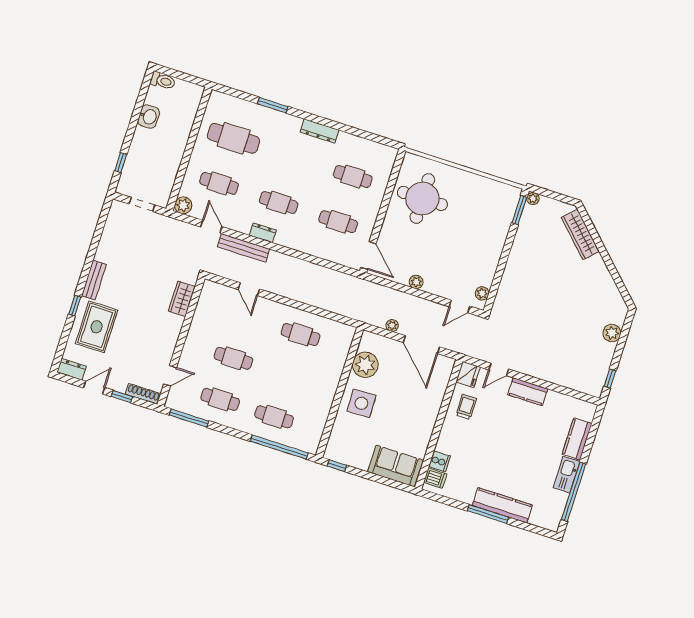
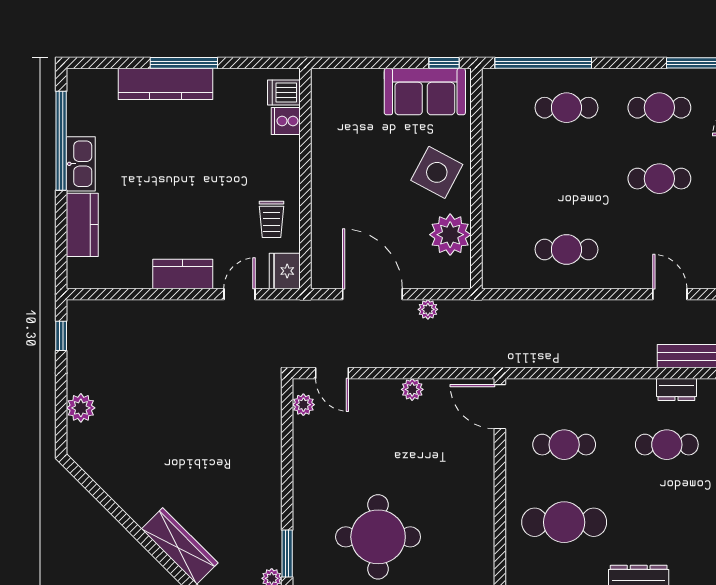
cafe table: (353, 177) -> (564, 522), width x1.37, depth x1.35
round table: (422, 199) -> (378, 537), moved
door: (460, 306) -> (332, 373), swing flipped
side table: (361, 403) -> (437, 172), turned 30
sofa: (395, 466) -> (425, 92), moved

